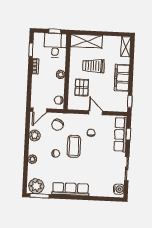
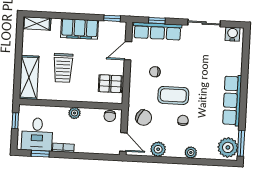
desk: (55, 45) -> (37, 134), moved, turned -90
pallet: (82, 87) -> (110, 84), moved
door: (96, 113) -> (128, 51), moved

